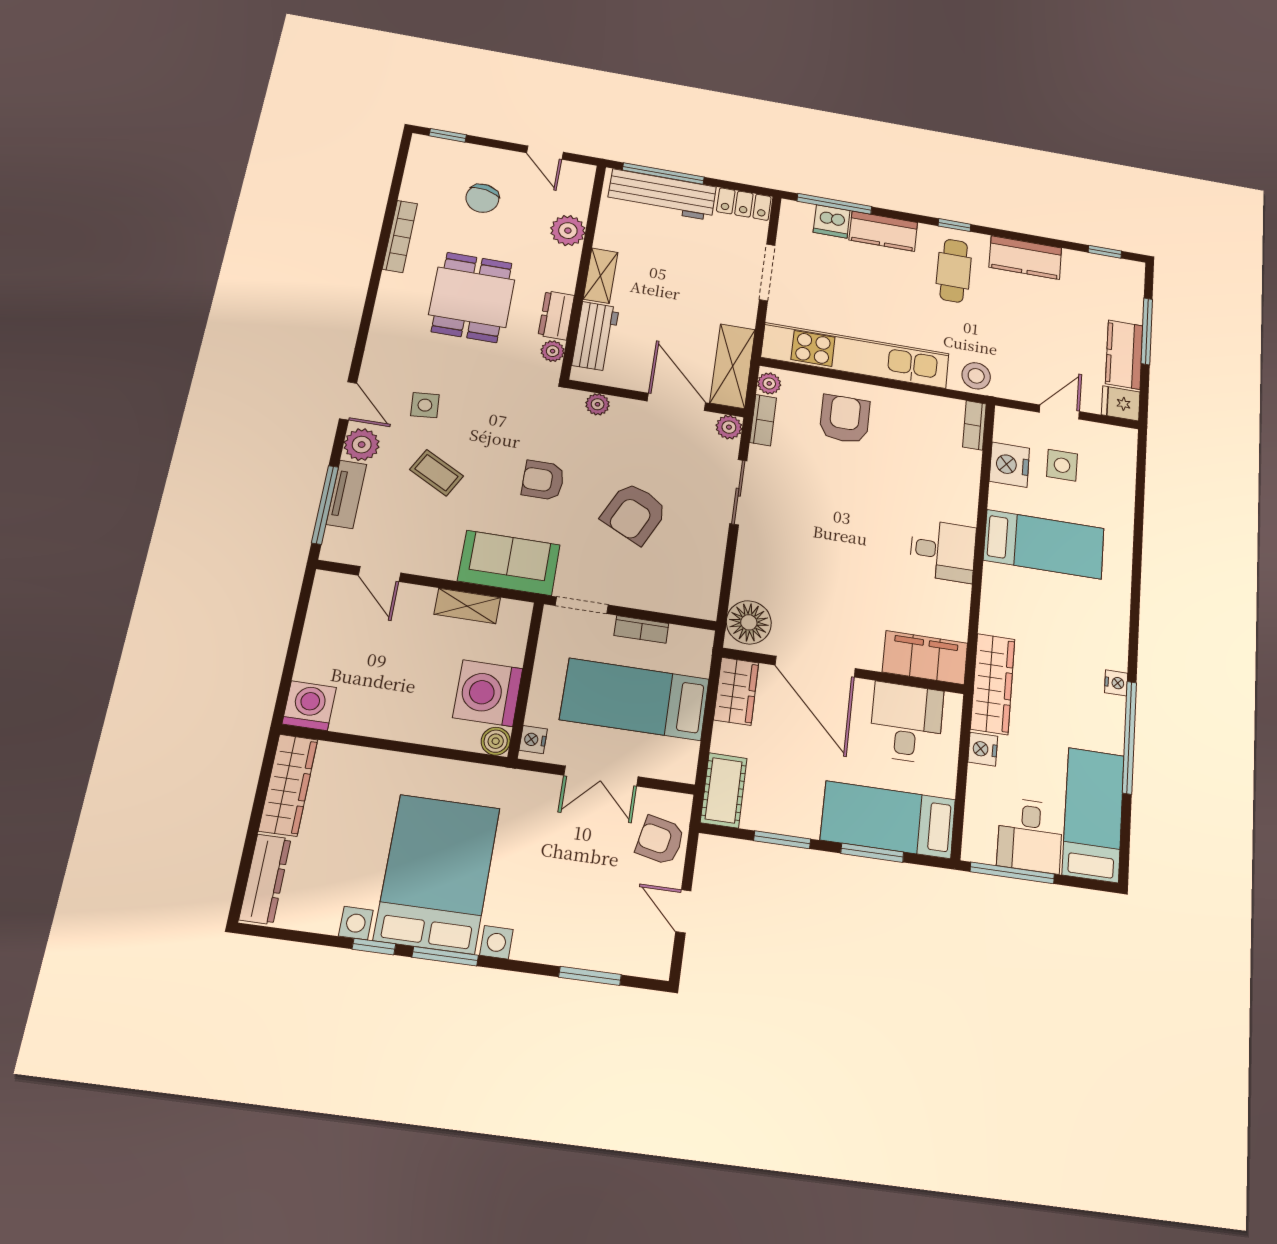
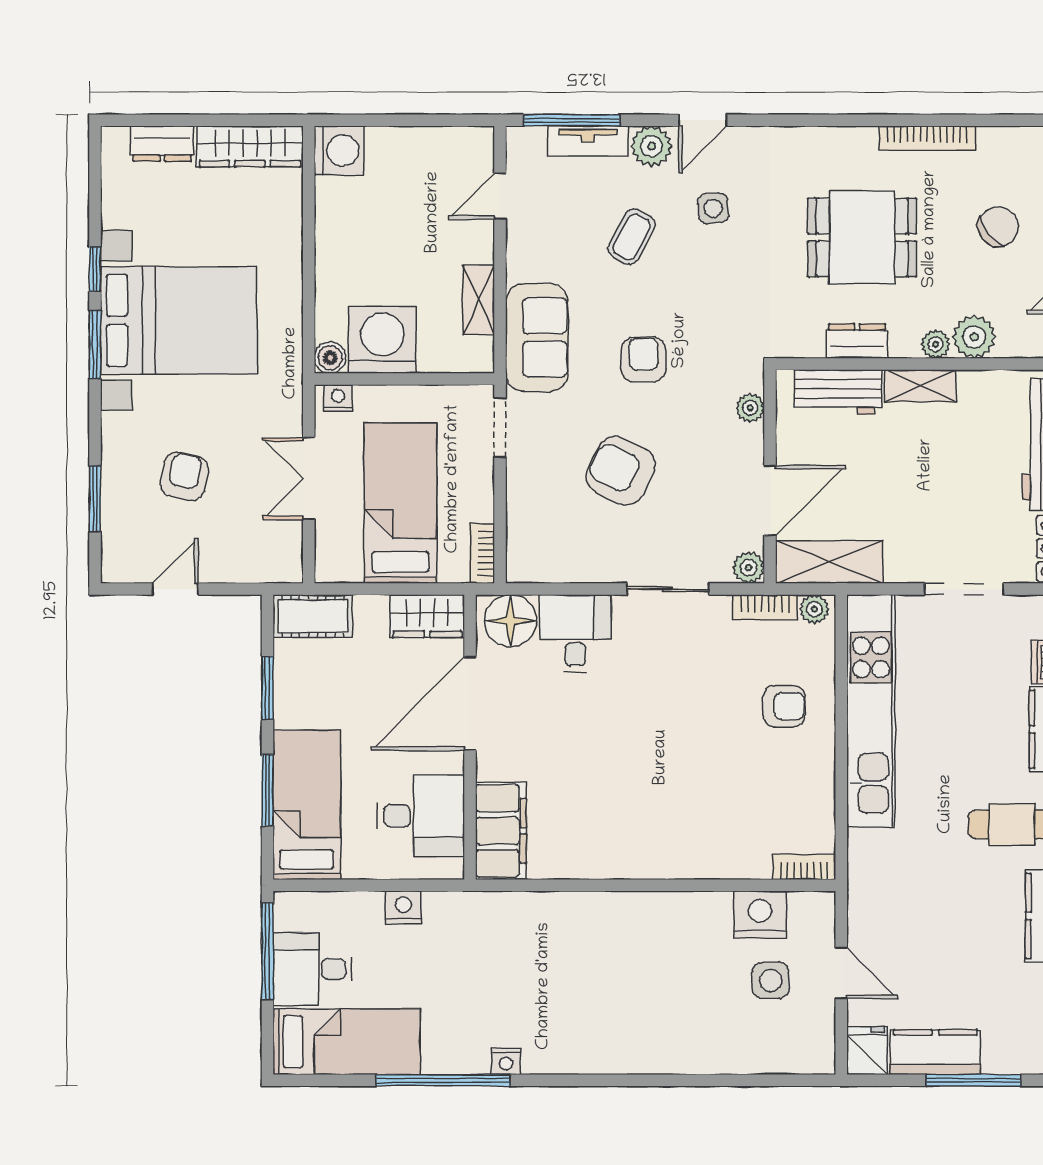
chair: (482, 198) -> (998, 227), turned 131
plant: (553, 351) -> (936, 344), moved
stool: (976, 376) -> (871, 864), removed
armchair: (845, 419) -> (784, 706), width x0.72, depth x0.72
bed: (1044, 544) -> (664, 964), removed
desk: (943, 551) -> (575, 633), moved, turned 180
bookcase: (641, 629) -> (482, 553), moved
wardrobe: (993, 684) -> (482, 913), removed
armchair: (660, 840) -> (184, 476), moved
dresser: (265, 879) -> (162, 144), width x0.70

